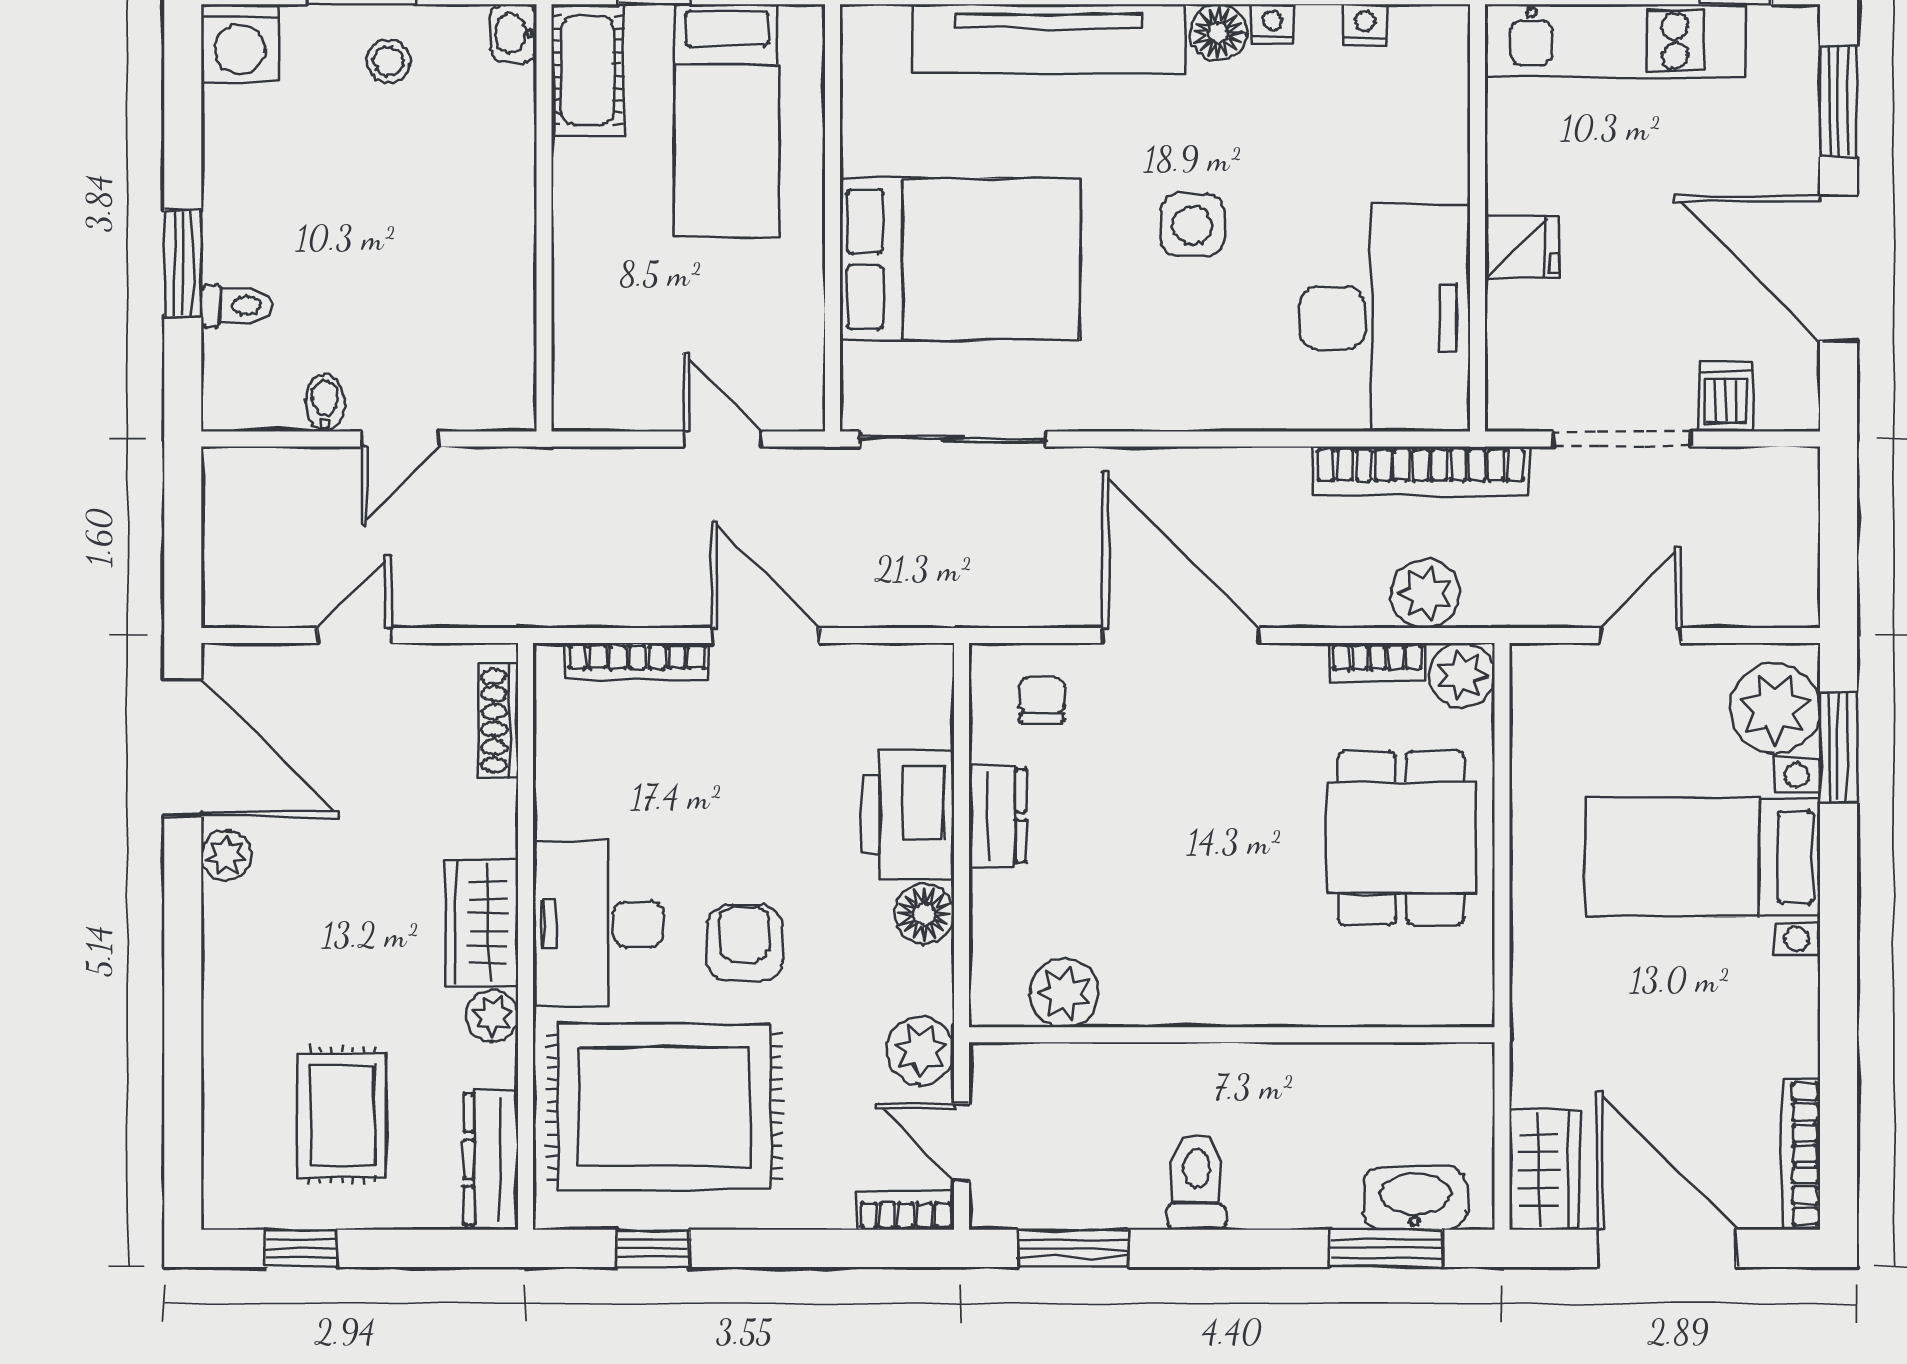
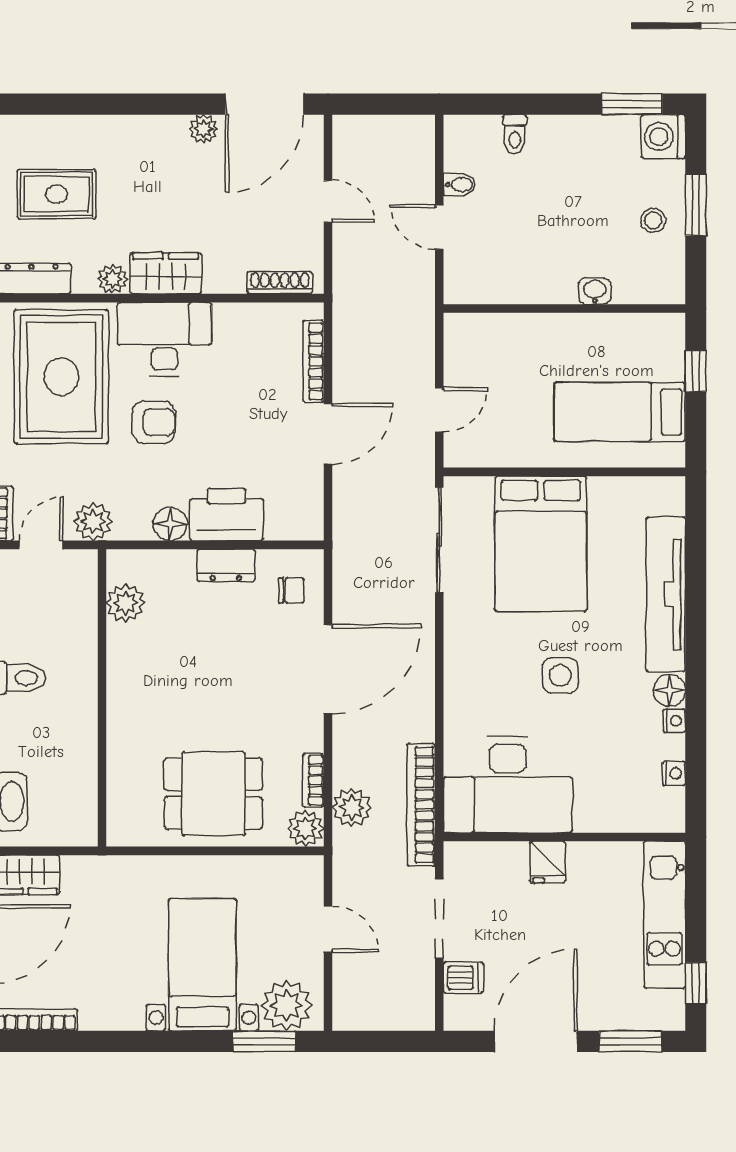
washbasin: (513, 33) -> (595, 291), moved
cot: (587, 70) -> (648, 333), removed
window: (183, 263) -> (632, 104), moved

